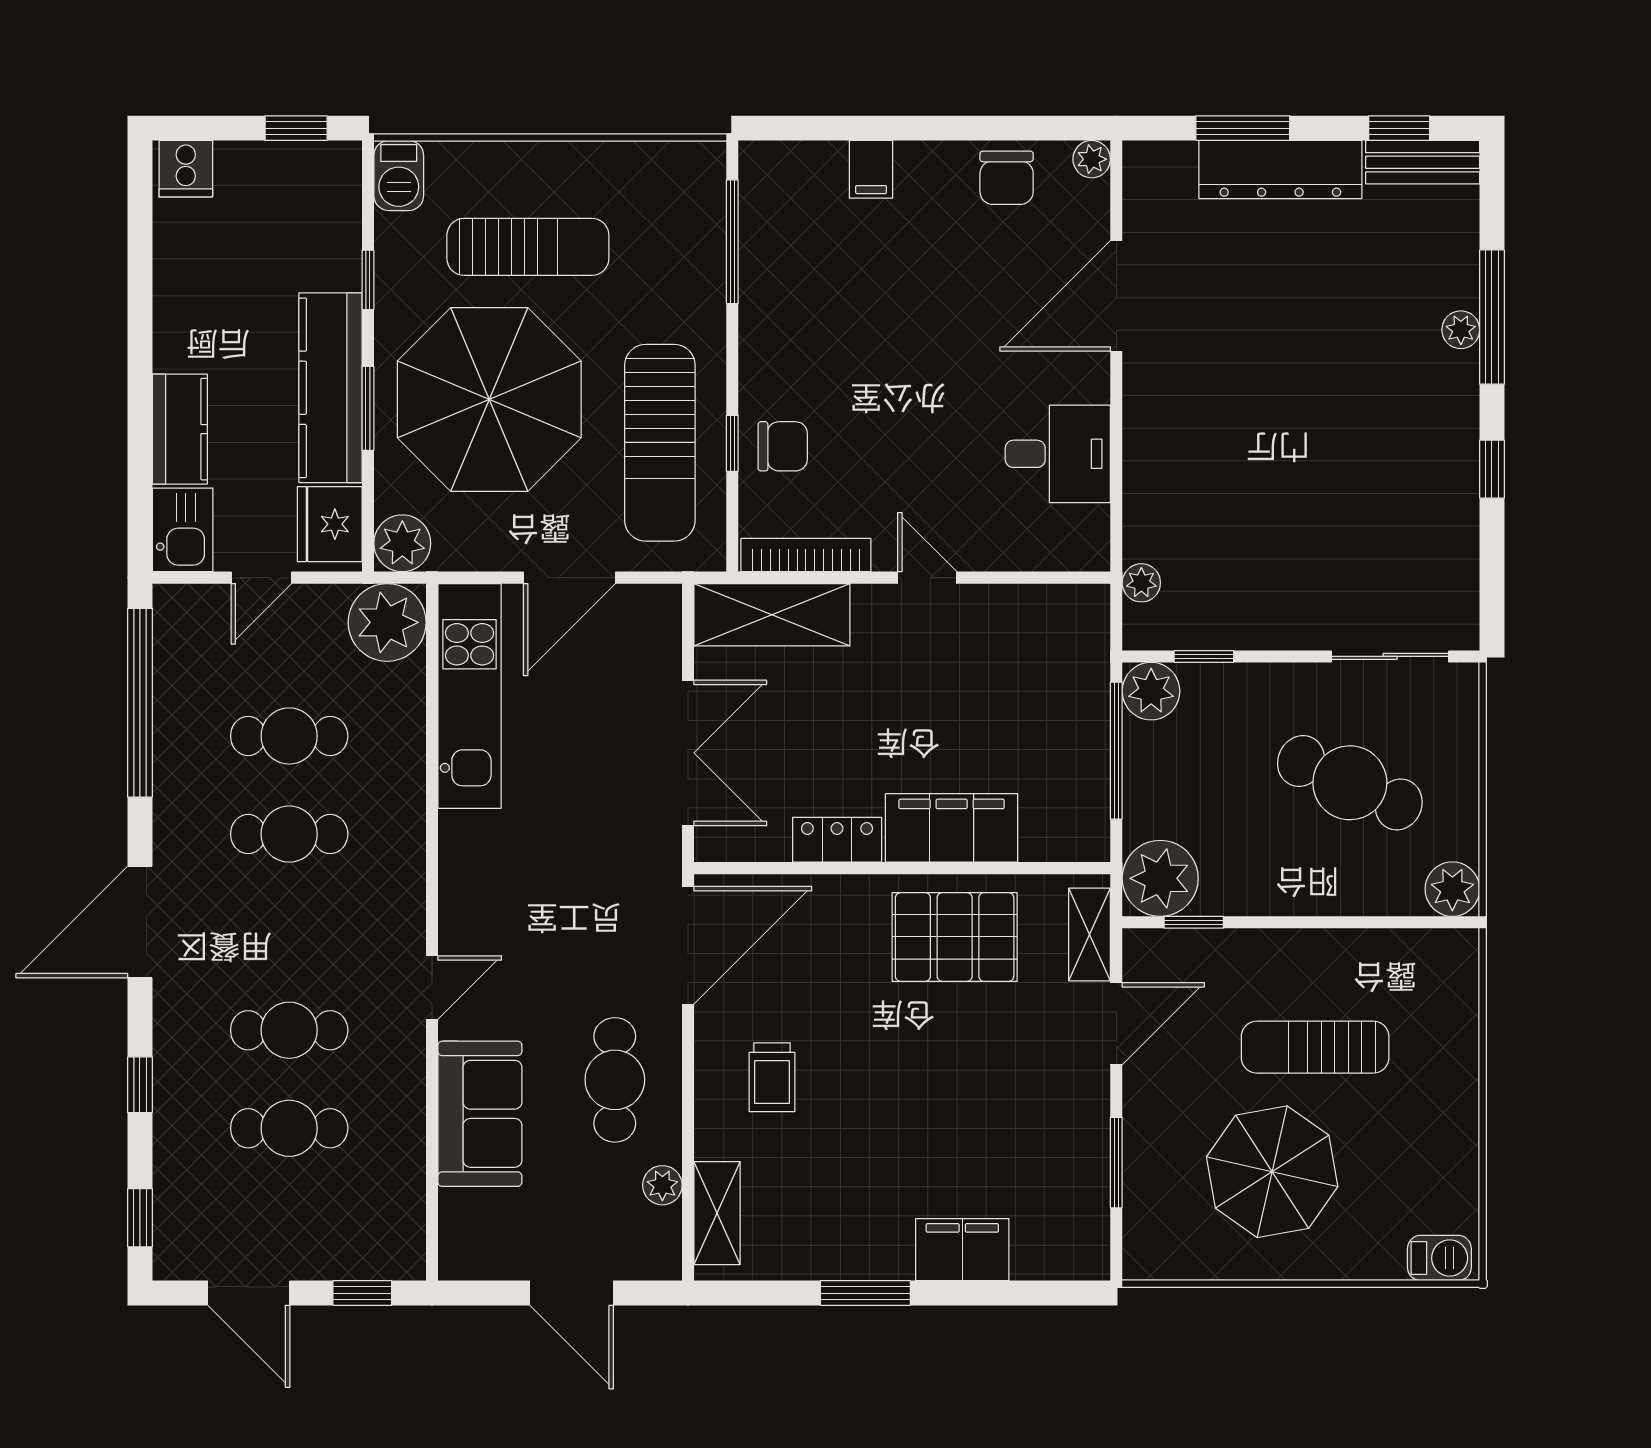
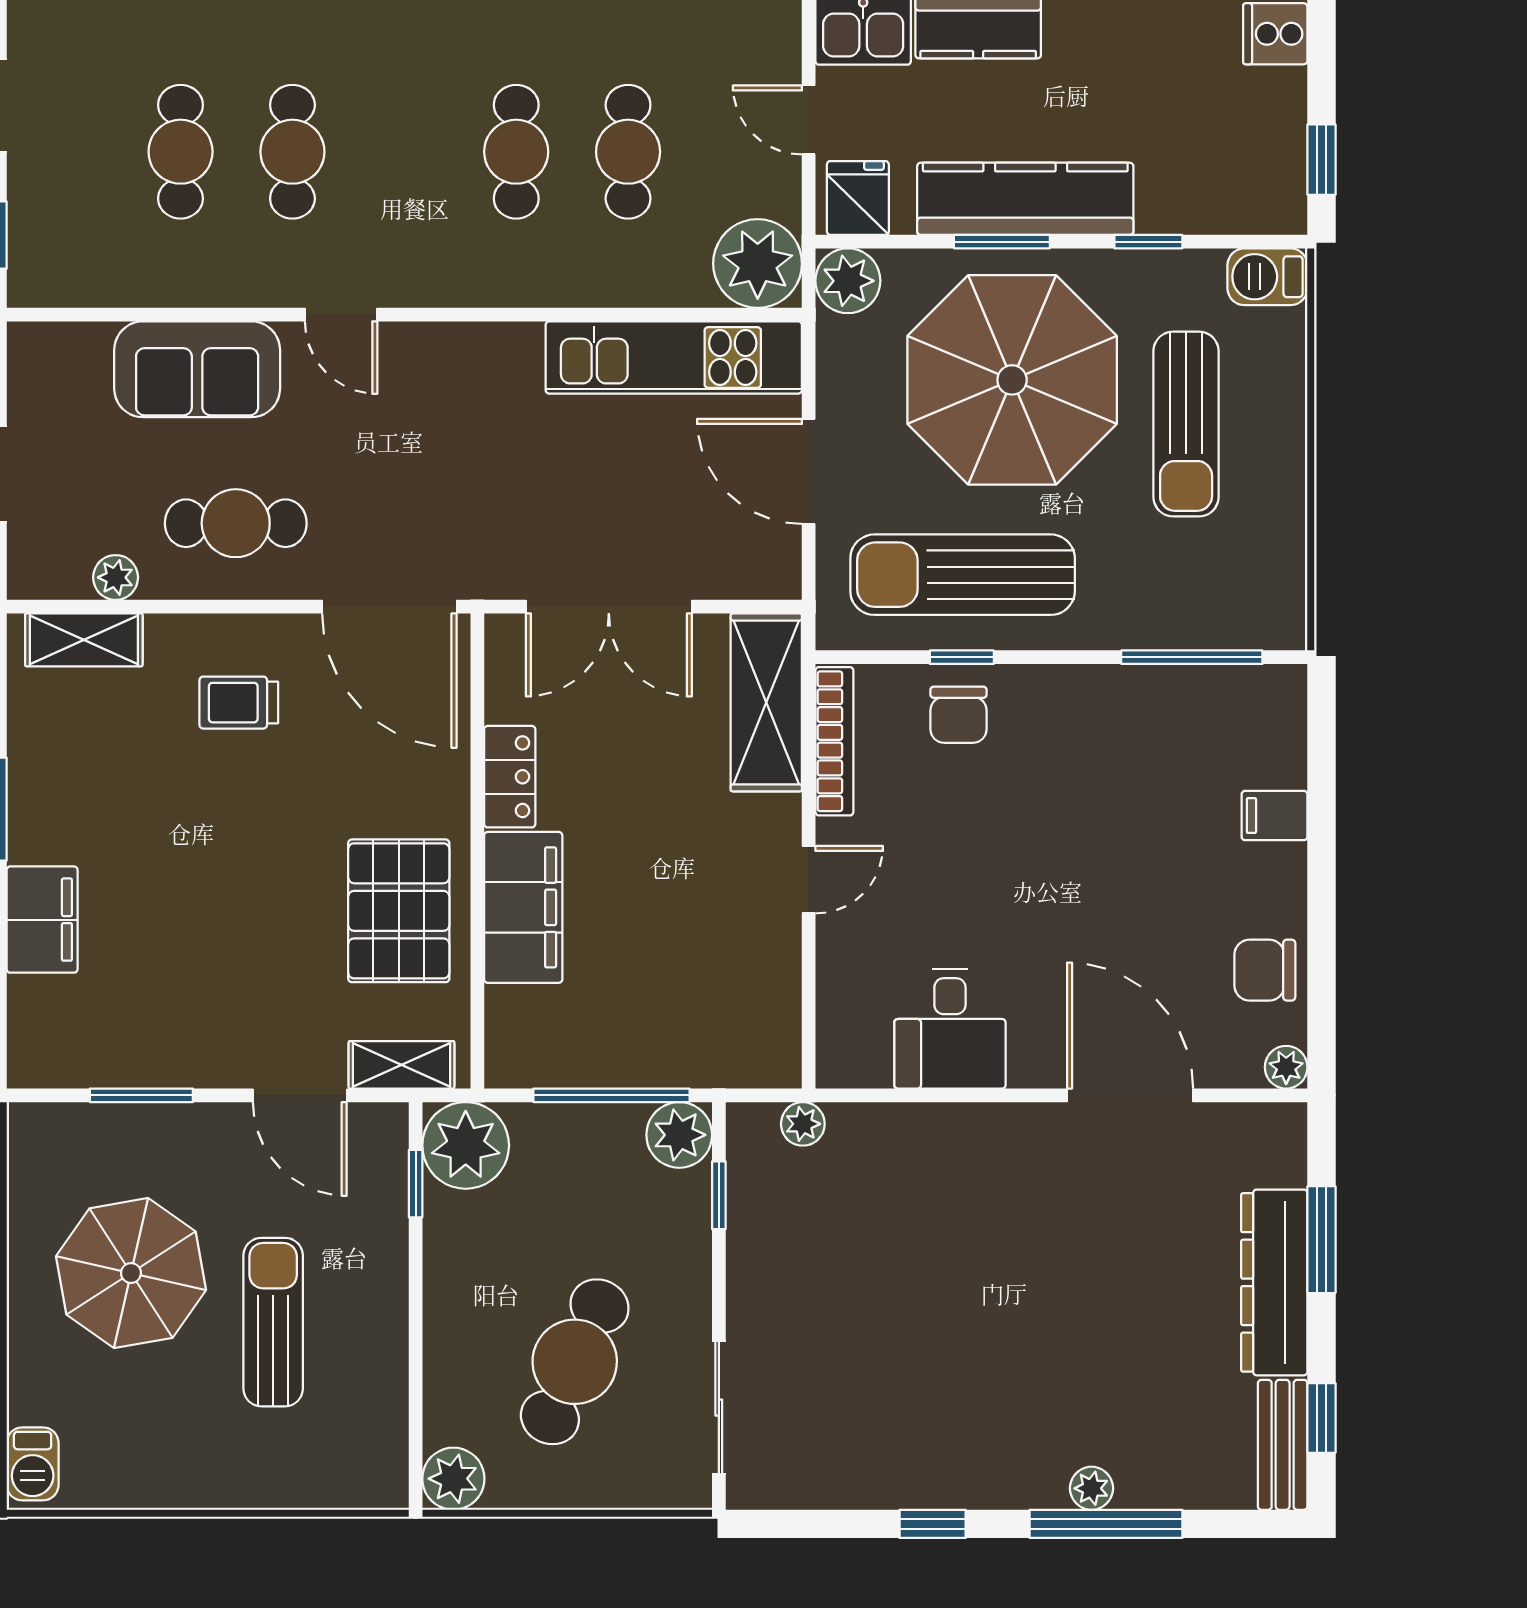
fridge: (330, 524) -> (858, 198), width x0.72

